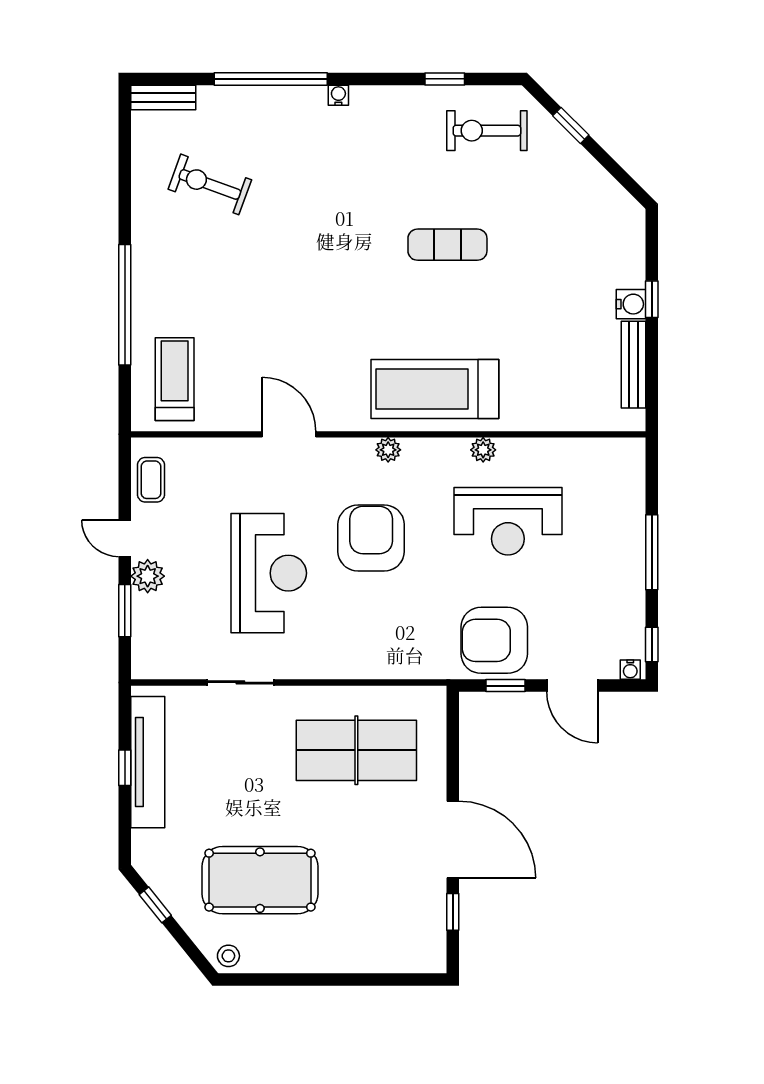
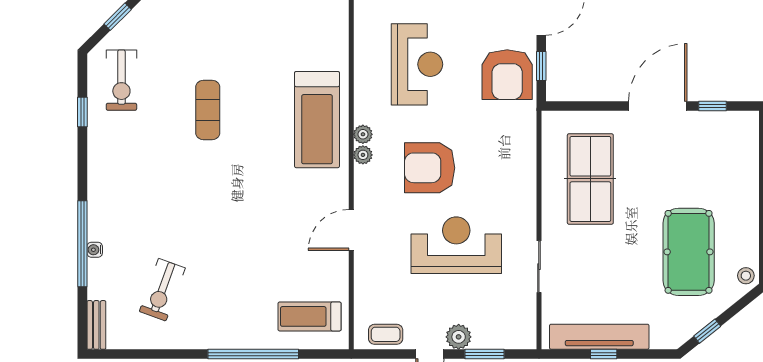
water cooler: (338, 95) -> (95, 250), moved
plant: (483, 450) -> (363, 134), moved

